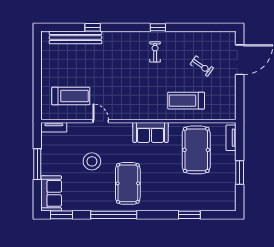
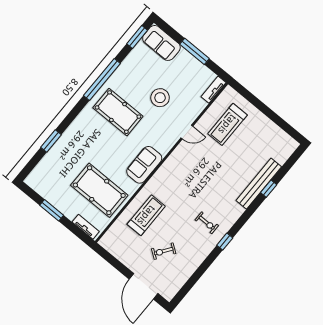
bench: (75, 37) -> (259, 184), moved

